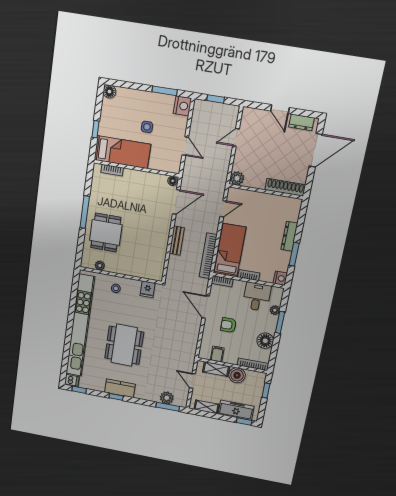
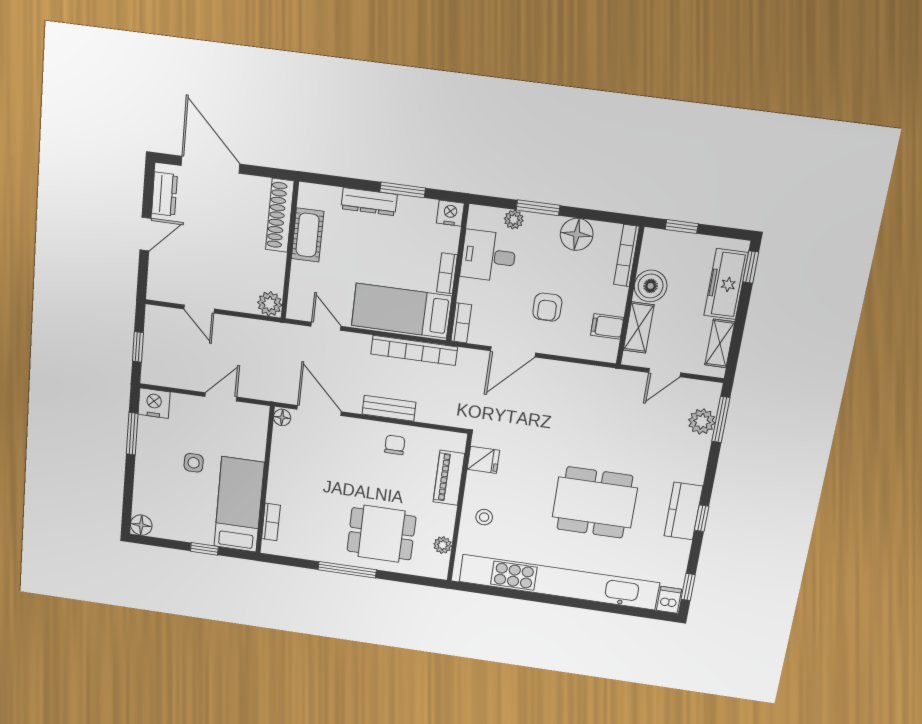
cot: (274, 202) -> (308, 235), added
chair: (156, 243) -> (395, 445), added
piano: (138, 271) -> (449, 478), added

